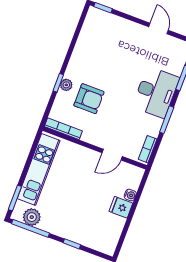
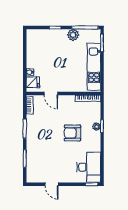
desk: (156, 92) -> (89, 167), moved, turned 180
armchair: (89, 99) -> (72, 133), moved
door: (112, 155) -> (51, 94), swing flipped
fridge: (121, 207) -> (33, 82), moved
plant: (32, 217) -> (73, 35), moved

